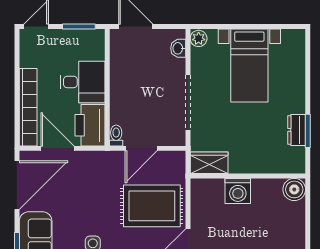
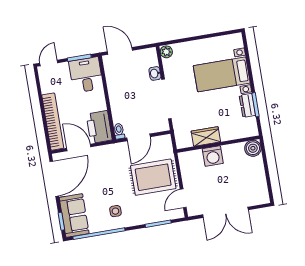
washbasin: (178, 48) -> (155, 73), moved
bed with nightstands: (249, 66) -> (222, 74), moved, turned 90
desk: (83, 82) -> (86, 75), moved, turned -90
wardrobe: (209, 163) -> (206, 136), moved

